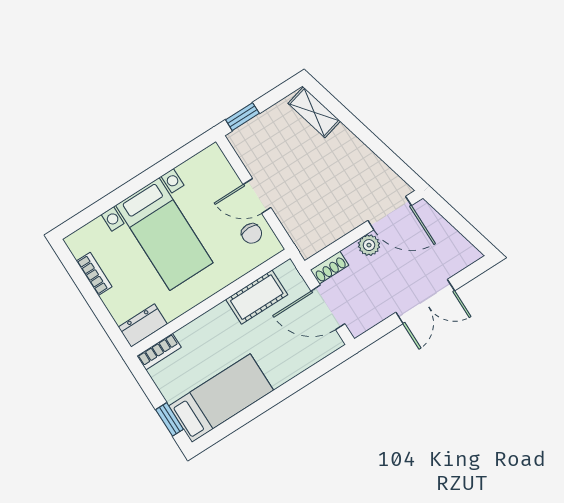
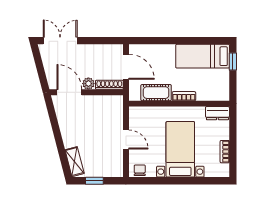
window: (242, 117) -> (94, 181), moved
chair: (252, 233) -> (140, 170), moved
shoe rack: (329, 268) -> (109, 85), width x1.43
double door: (425, 302) -> (60, 41), moved
bookcase: (159, 352) -> (184, 96), moved

